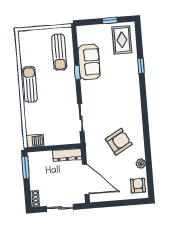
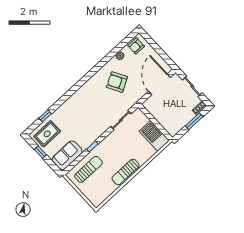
sofa: (89, 62) -> (67, 155), moved
window: (141, 66) -> (45, 116), moved
barbecue: (35, 141) -> (154, 136), width x1.88, depth x1.53
dresser: (67, 155) -> (153, 110), removed
window: (25, 168) -> (194, 121), moved

